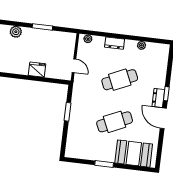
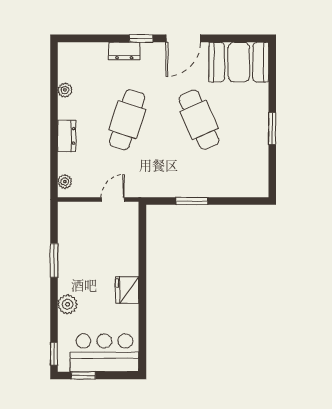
fridge: (37, 70) -> (127, 290), moved
cafe table: (120, 80) -> (127, 120), turned 42
dresser: (158, 98) -> (124, 51), moved
booth: (134, 154) -> (239, 62), moved, turned 90

